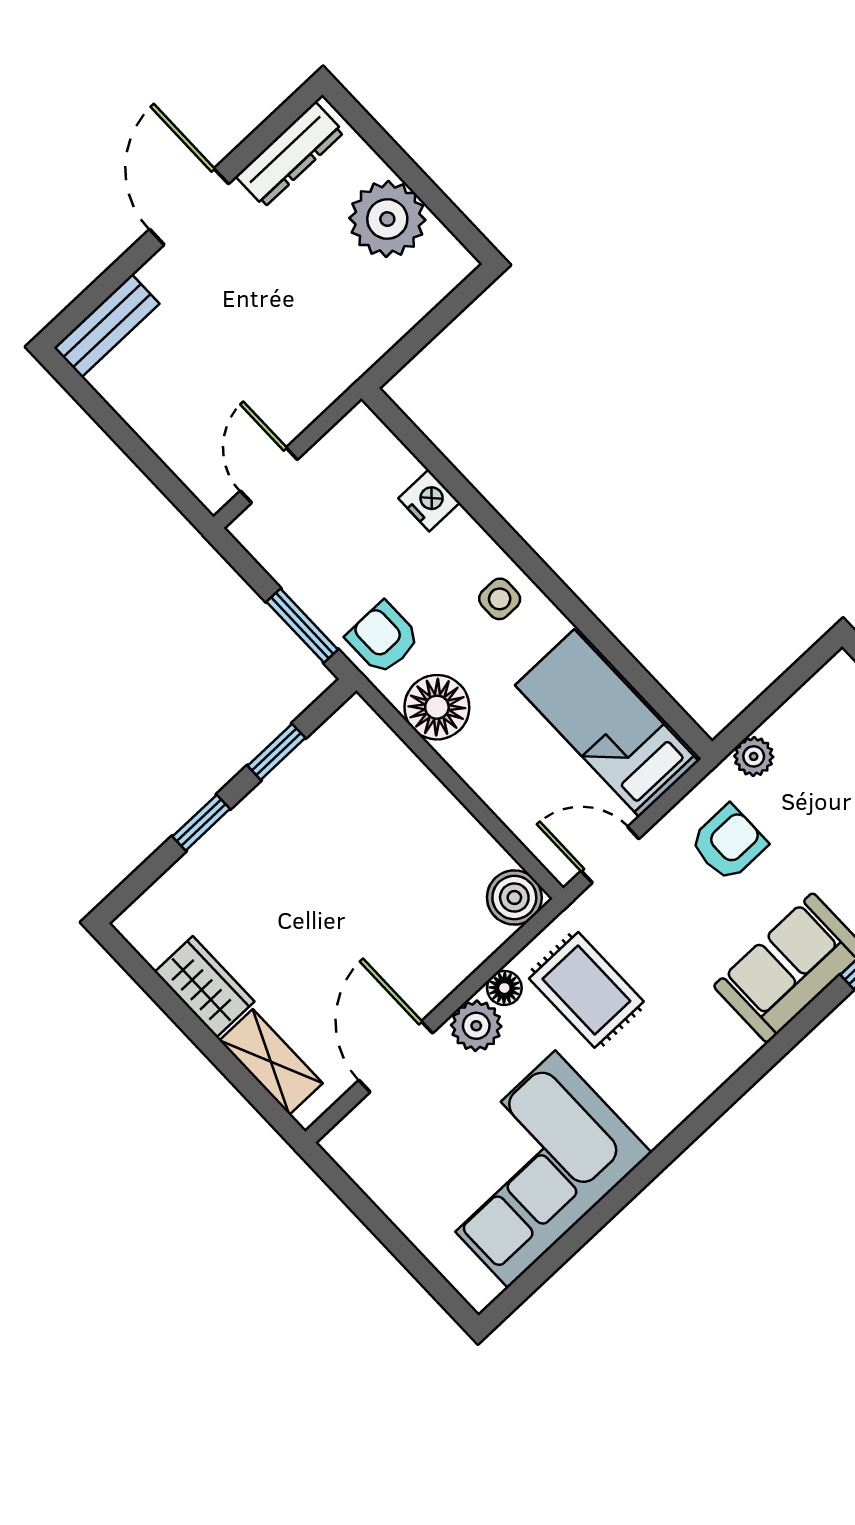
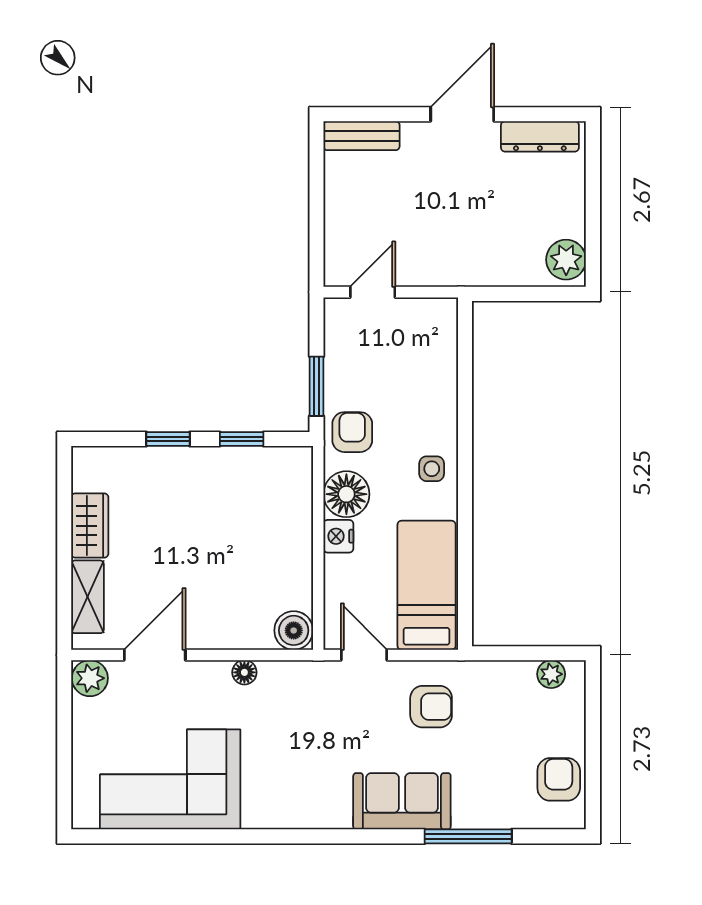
plant: (387, 219) -> (566, 260), moved, width x0.73, depth x0.73
nightstand: (429, 500) -> (338, 536), moved, turned 180
plant: (754, 756) -> (551, 674), moved
rug: (586, 990) -> (286, 713), removed
plant: (476, 1026) -> (90, 678), moved

